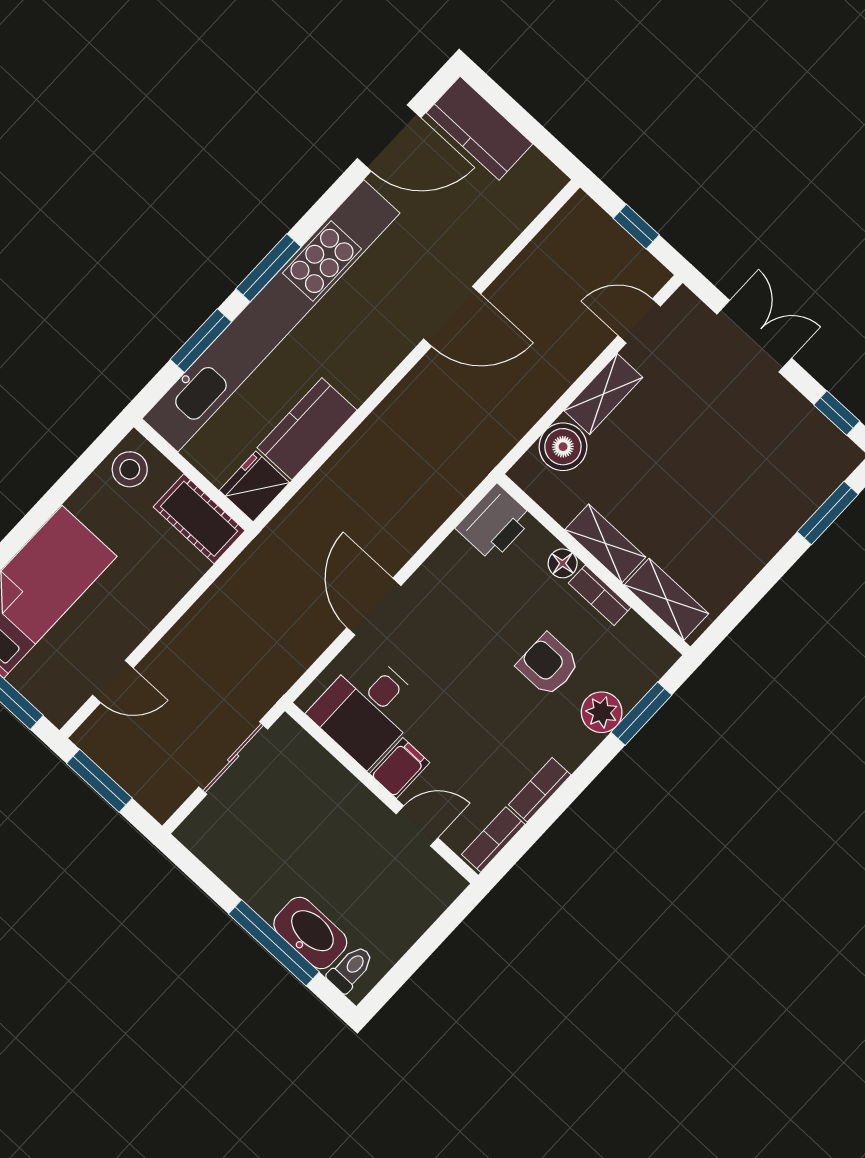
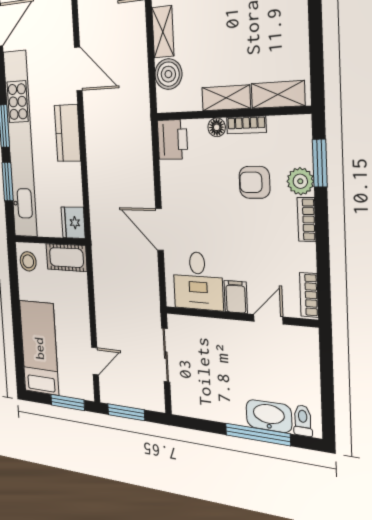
door: (452, 316) -> (78, 69), hinge flipped
kitchen counter: (307, 429) -> (68, 133), moved
bookcase: (540, 790) -> (307, 219), moved

